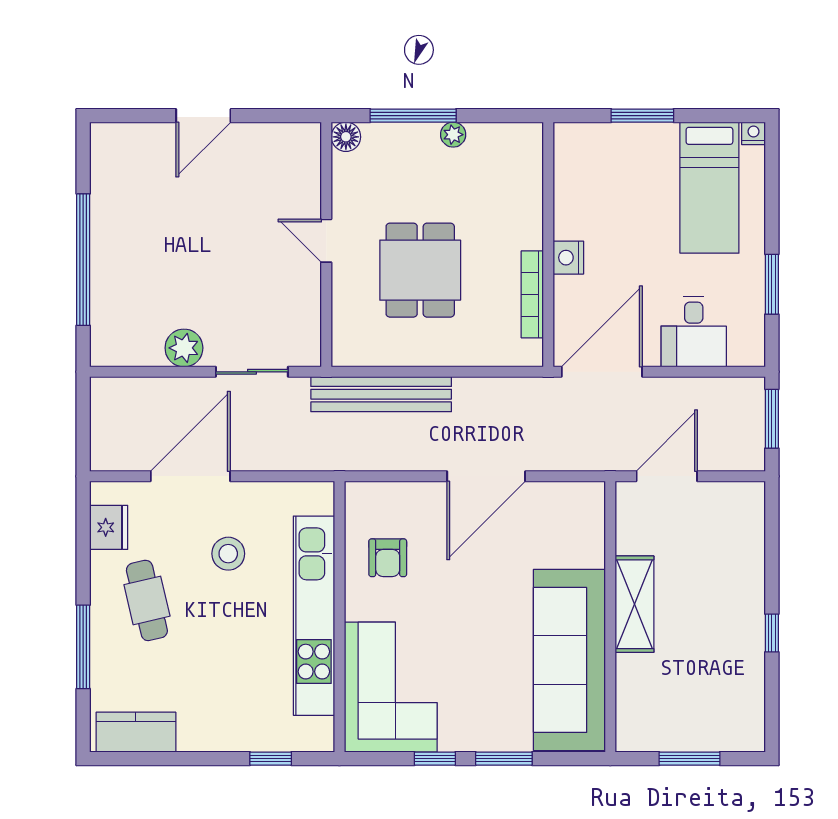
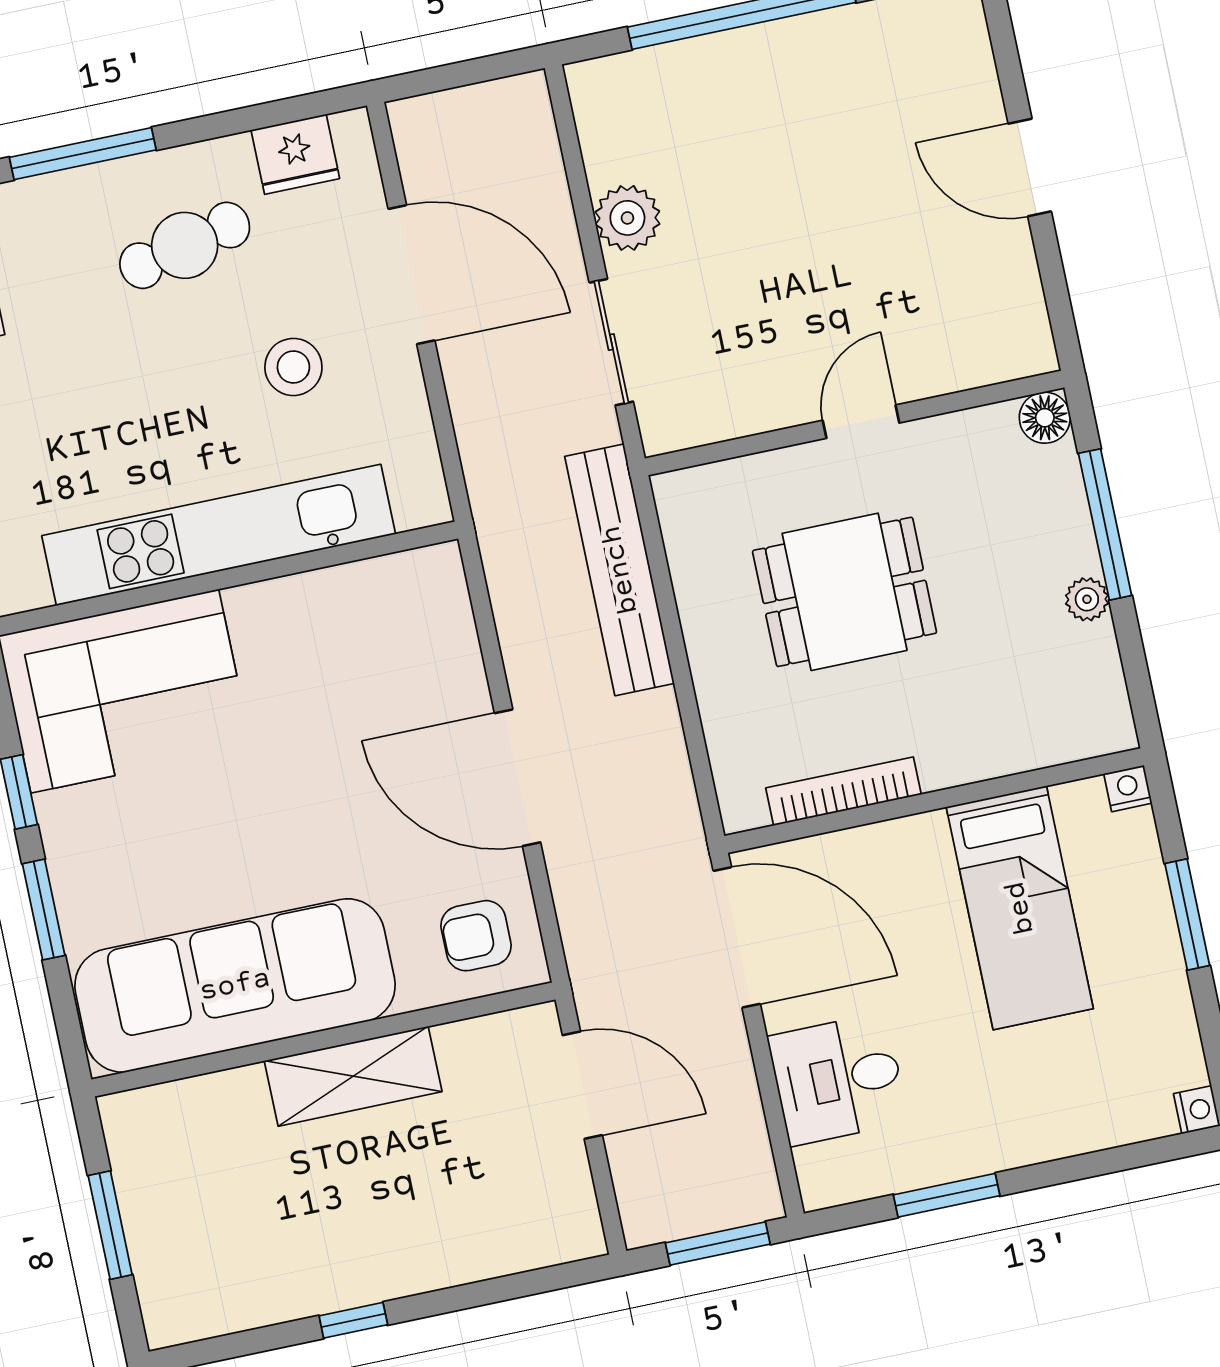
bed: (709, 188) -> (1020, 908), moved, turned -90
nightstand: (568, 258) -> (1128, 788), moved, width x0.72, depth x0.74
armchair: (388, 558) -> (476, 936), moved

